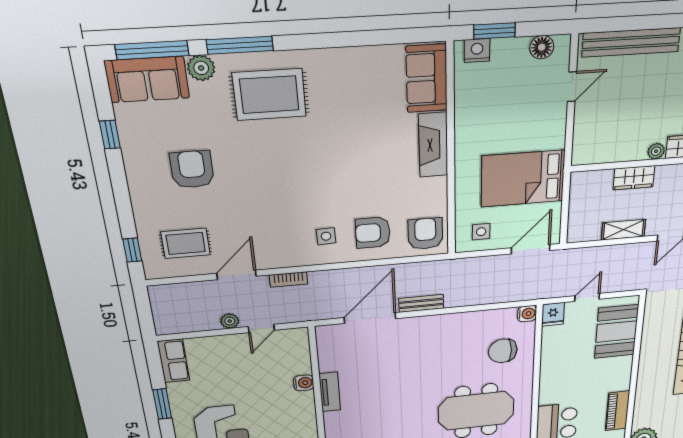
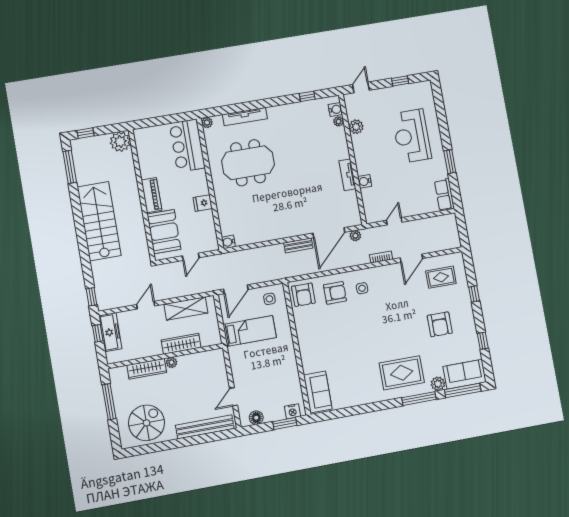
fireplace: (433, 145) -> (308, 353), removed
wardrobe: (634, 178) -> (181, 344), width x1.50
bed: (523, 179) -> (250, 331), width x0.67
shelving: (623, 230) -> (186, 309), width x1.50, depth x1.33
window: (132, 250) -> (474, 294), moved
fridge: (553, 314) -> (203, 203), moved, turned -90
plant: (230, 321) -> (355, 236), moved
chair: (503, 351) -> (239, 212), removed
piano: (617, 411) -> (152, 195), moved

